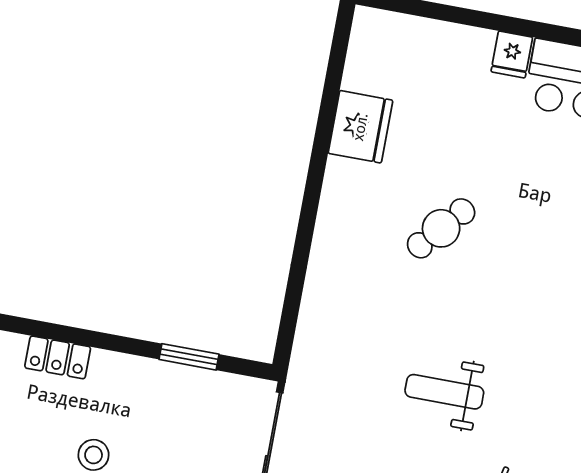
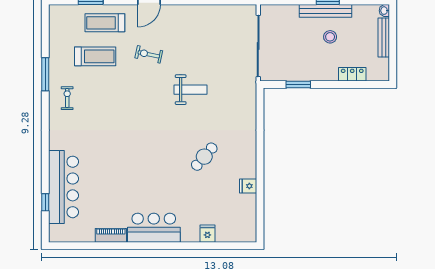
fridge: (512, 54) -> (207, 234), moved
fridge: (360, 127) -> (248, 186), width x0.53, depth x0.75

